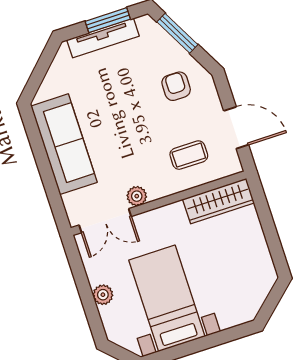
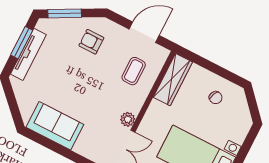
sofa: (64, 144) -> (55, 126), width x0.73
chair: (243, 260) -> (216, 98), added

